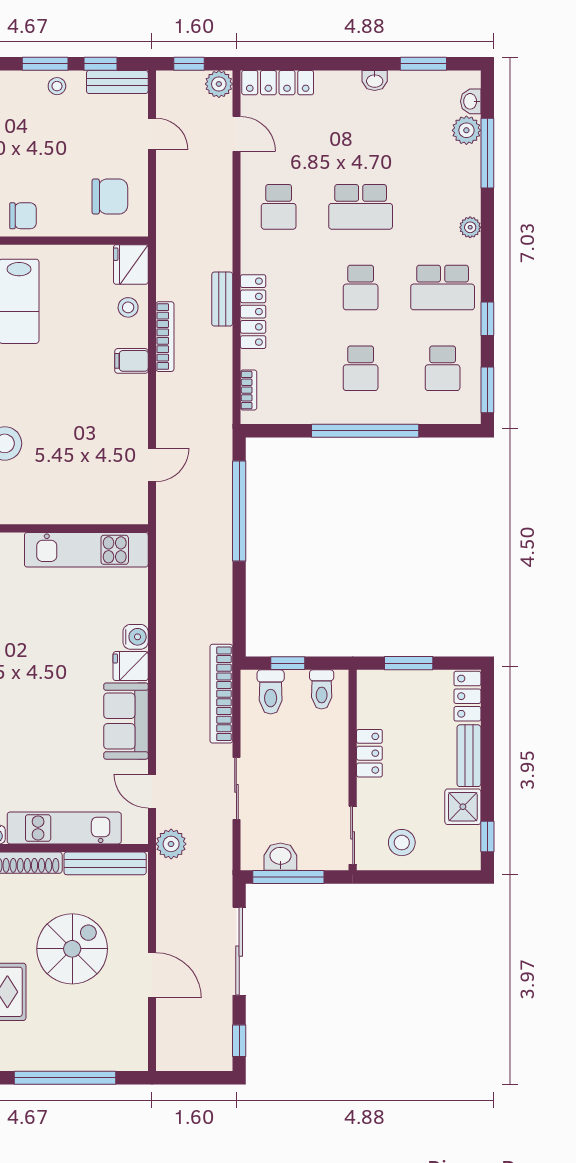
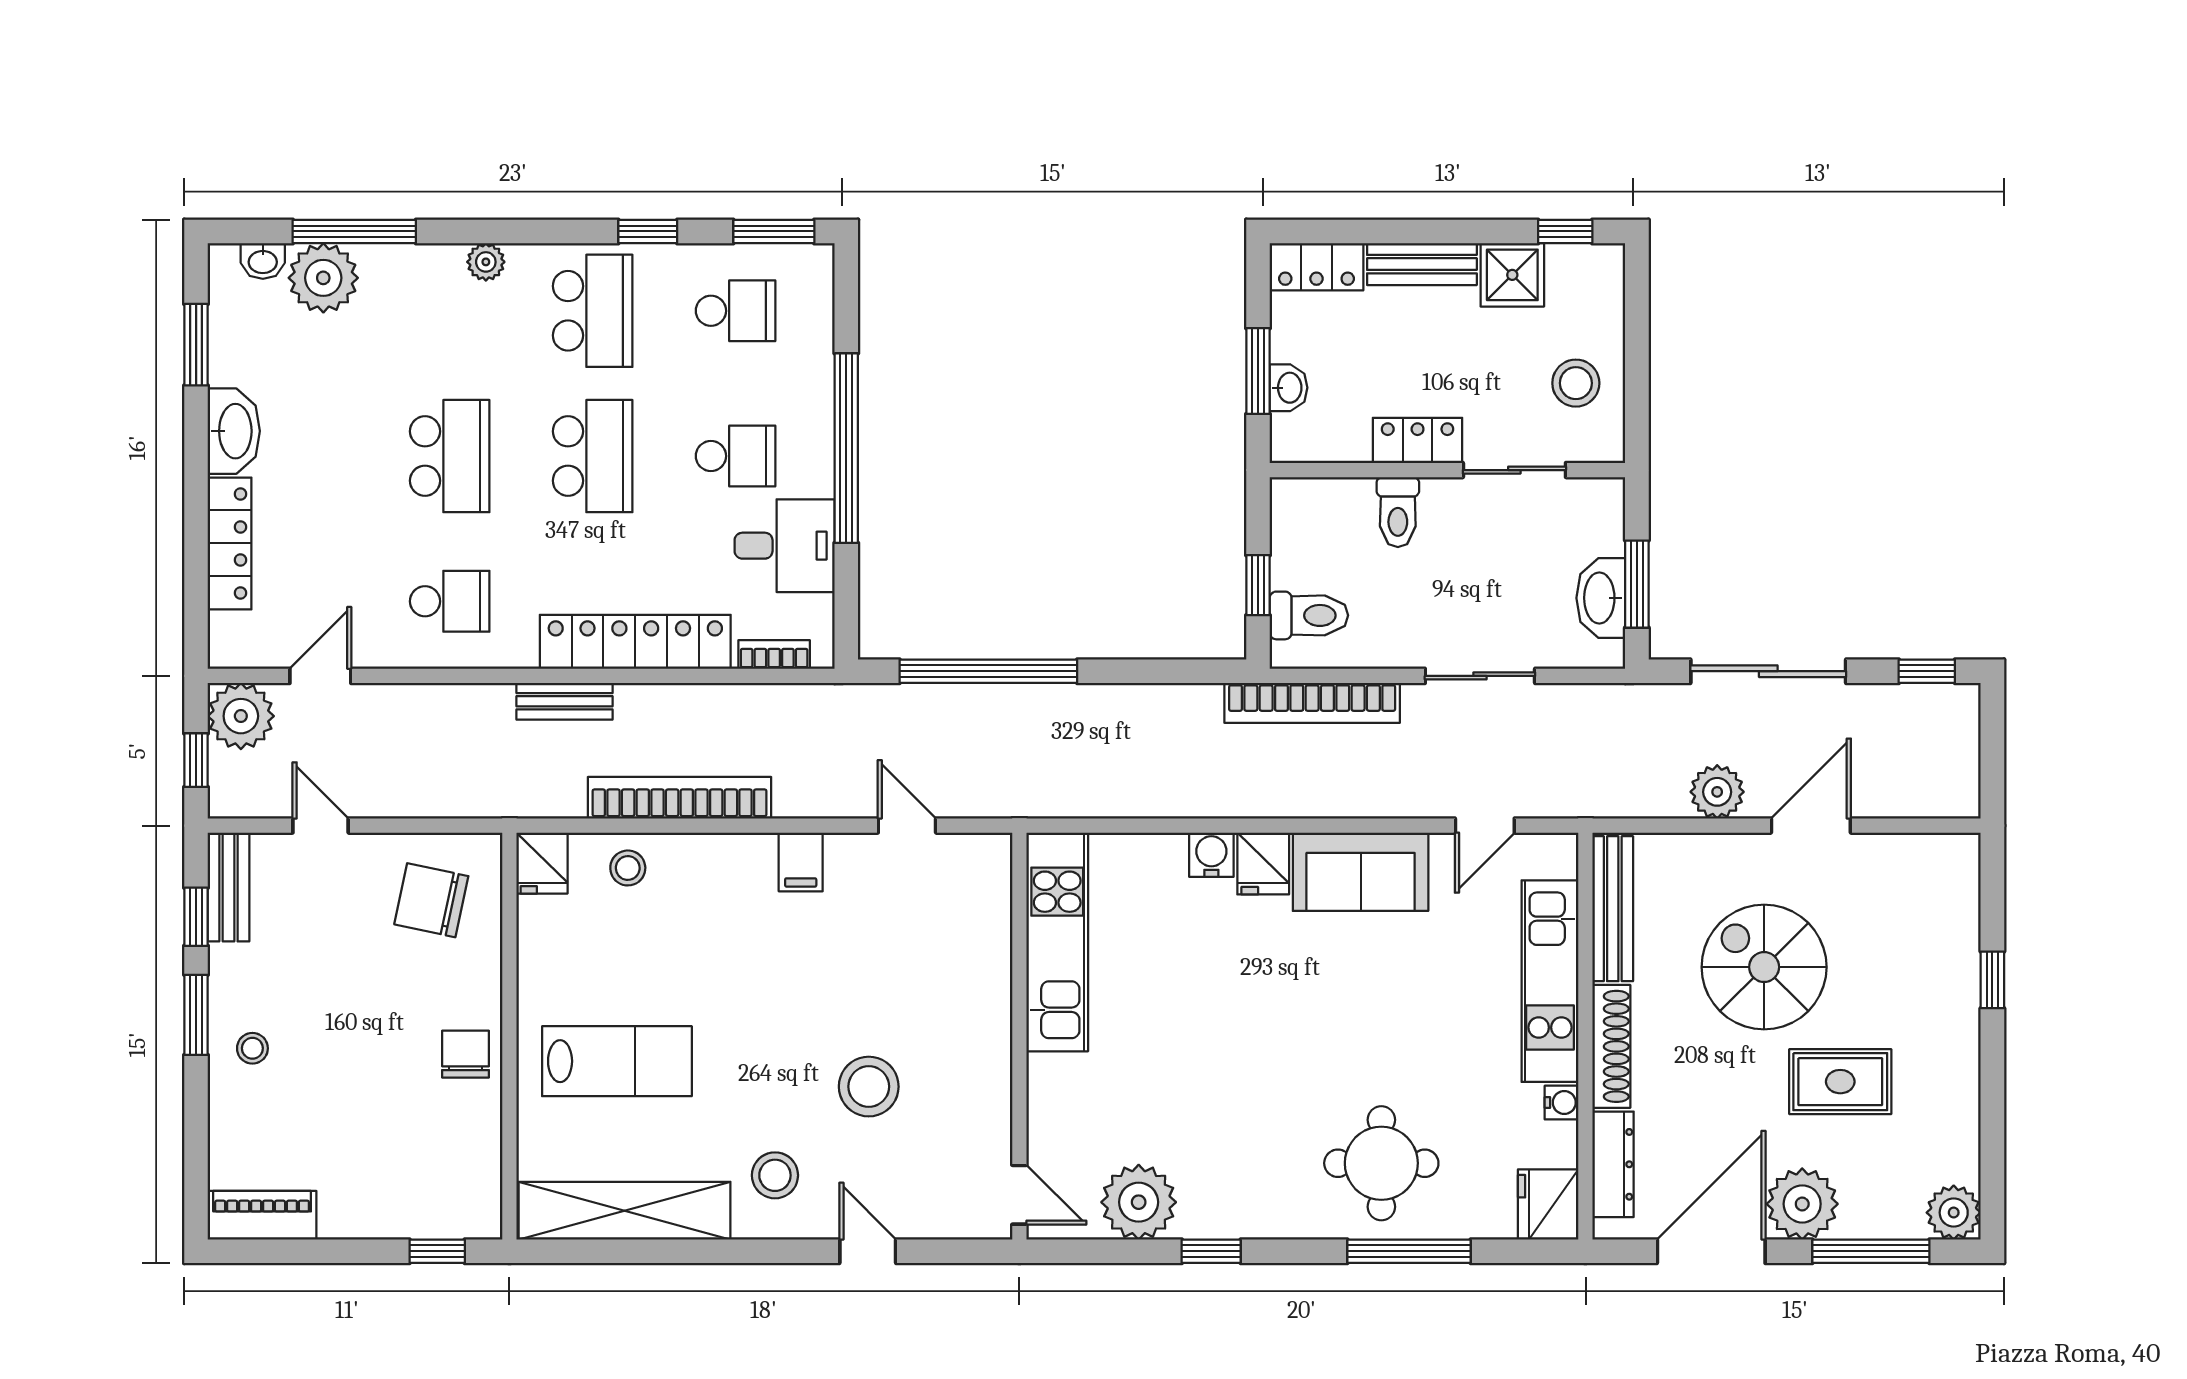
washbasin: (375, 80) -> (234, 431), width x1.91, depth x1.45
locker: (278, 83) -> (230, 543), moved
plant: (219, 84) -> (241, 716), width x1.36, depth x1.36
stool: (57, 86) -> (252, 1048), moved
plant: (466, 130) -> (323, 278), width x1.36, depth x1.36
door: (152, 134) -> (321, 826), hinge flipped
chair: (110, 197) -> (431, 900), turned -78
fridge: (131, 265) -> (542, 863), width x0.72
school desk: (361, 288) -> (593, 456), width x1.85
bench: (222, 299) -> (564, 701), moved
locker: (253, 312) -> (635, 642), width x1.41, depth x1.21
bookcase: (165, 337) -> (679, 798), width x1.48, depth x1.31
filing cabinet: (131, 361) -> (801, 862), moved
desk: (310, 396) -> (785, 546), added
washbasin: (399, 680) -> (1289, 388), added
toilet: (322, 689) -> (1398, 512), moved, turned 90
sliding door: (353, 835) -> (1514, 470), moved
plant: (171, 844) -> (1717, 792), moved
washbasin: (280, 857) -> (1601, 598), width x1.38
window: (288, 877) -> (1637, 584), width x0.69
window: (65, 1078) -> (1992, 980), width x0.32

